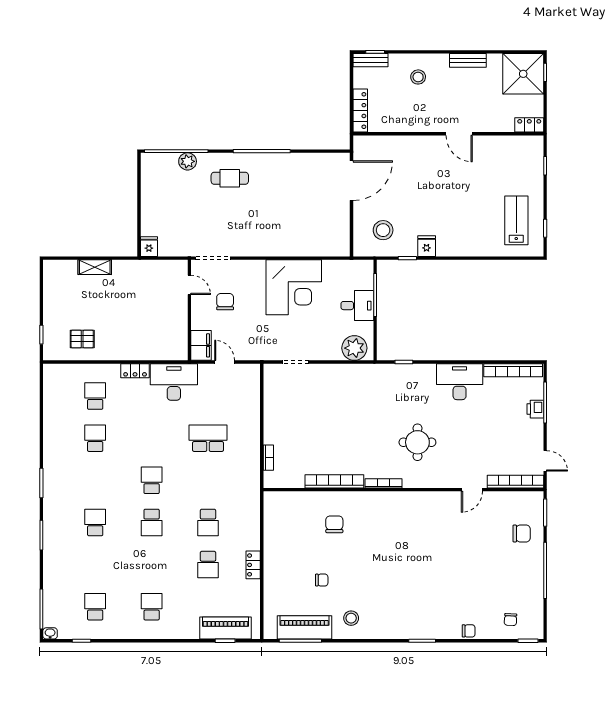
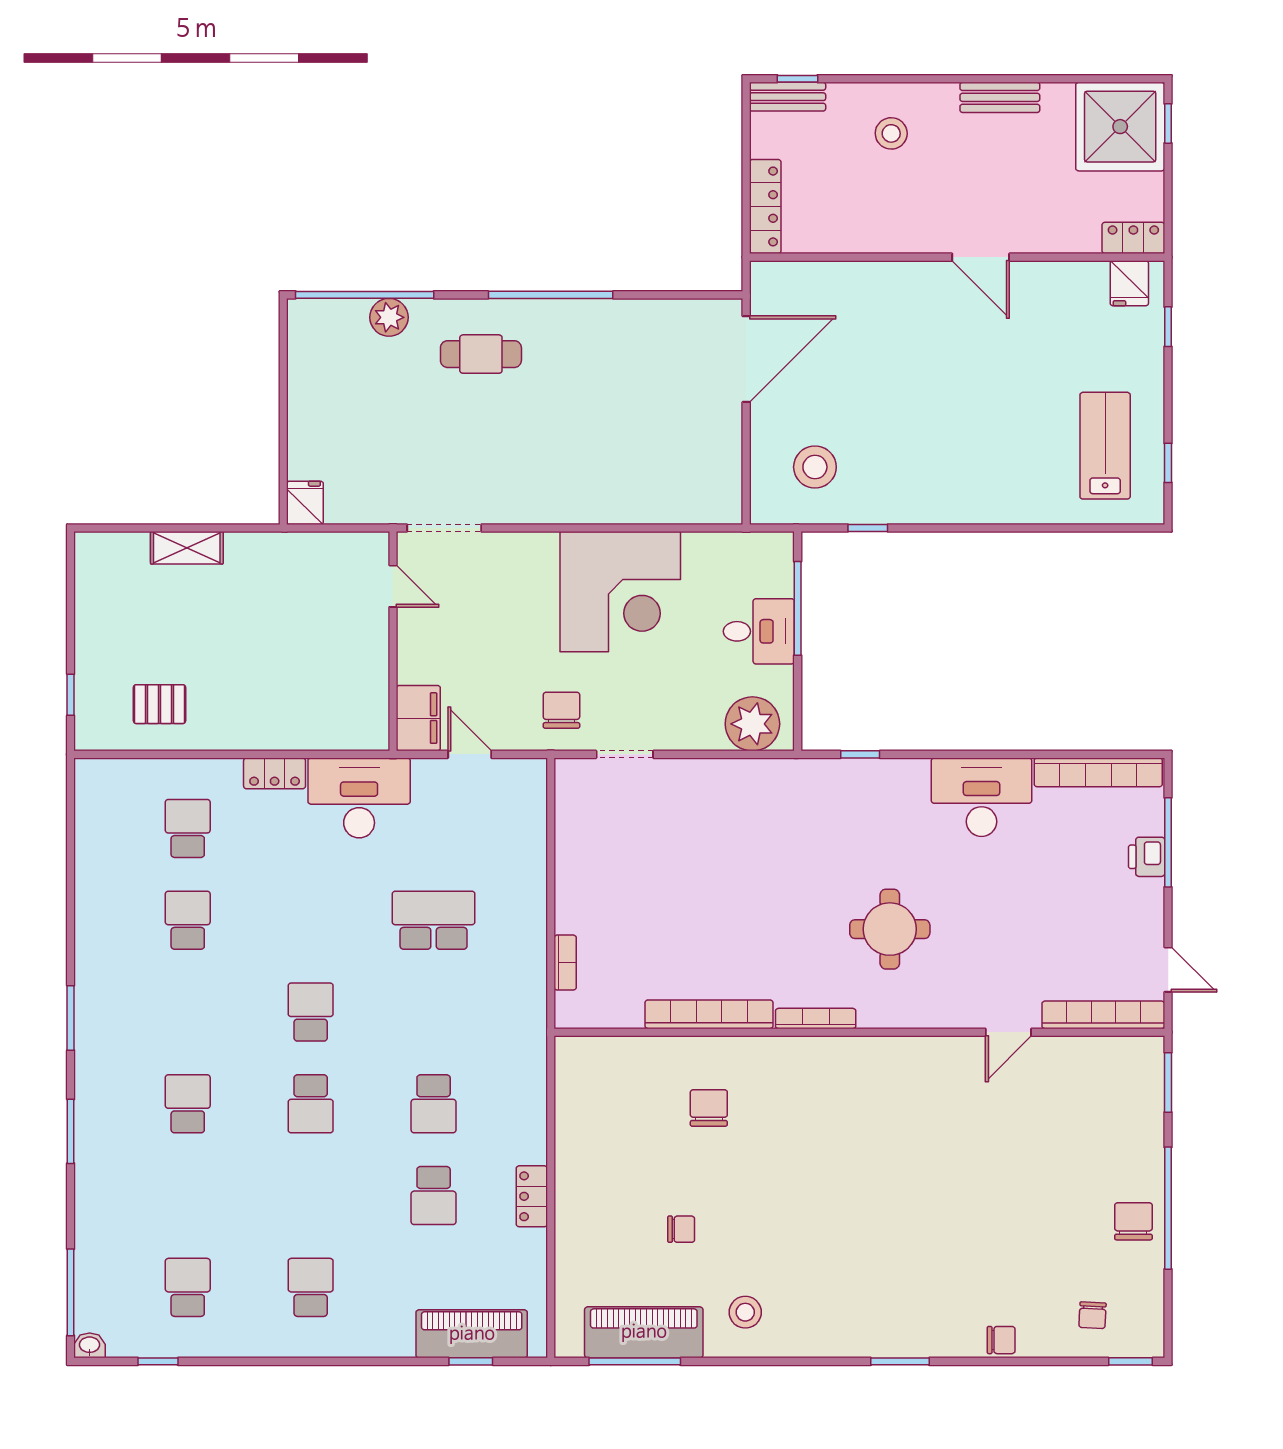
fridge: (427, 246) -> (1129, 283), moved, turned 180
chair: (225, 302) -> (561, 710), moved
chair: (522, 533) -> (1133, 1221), moved, turned -90

